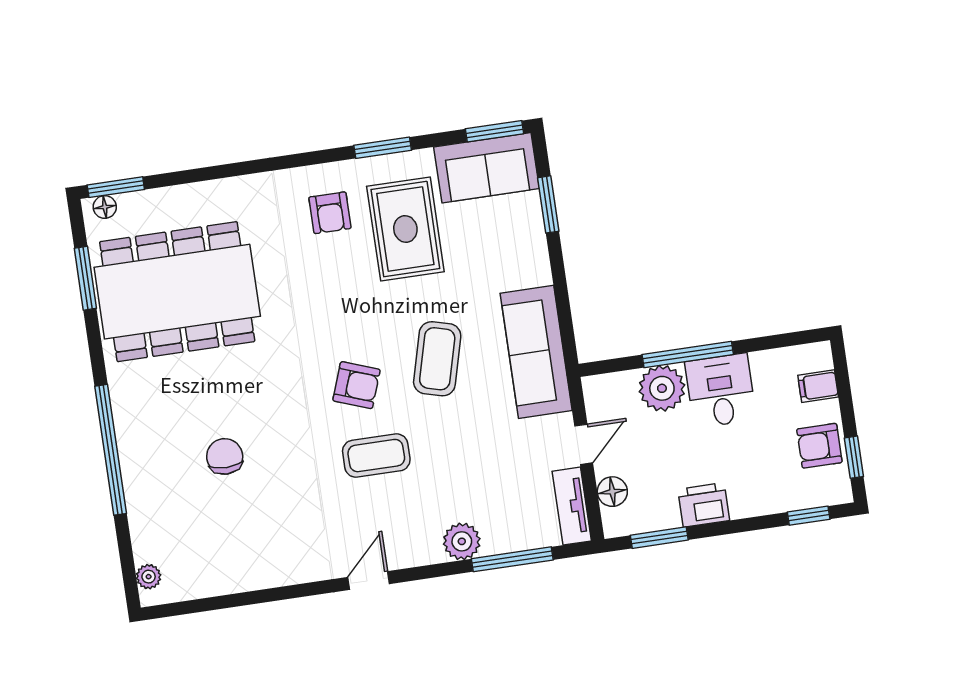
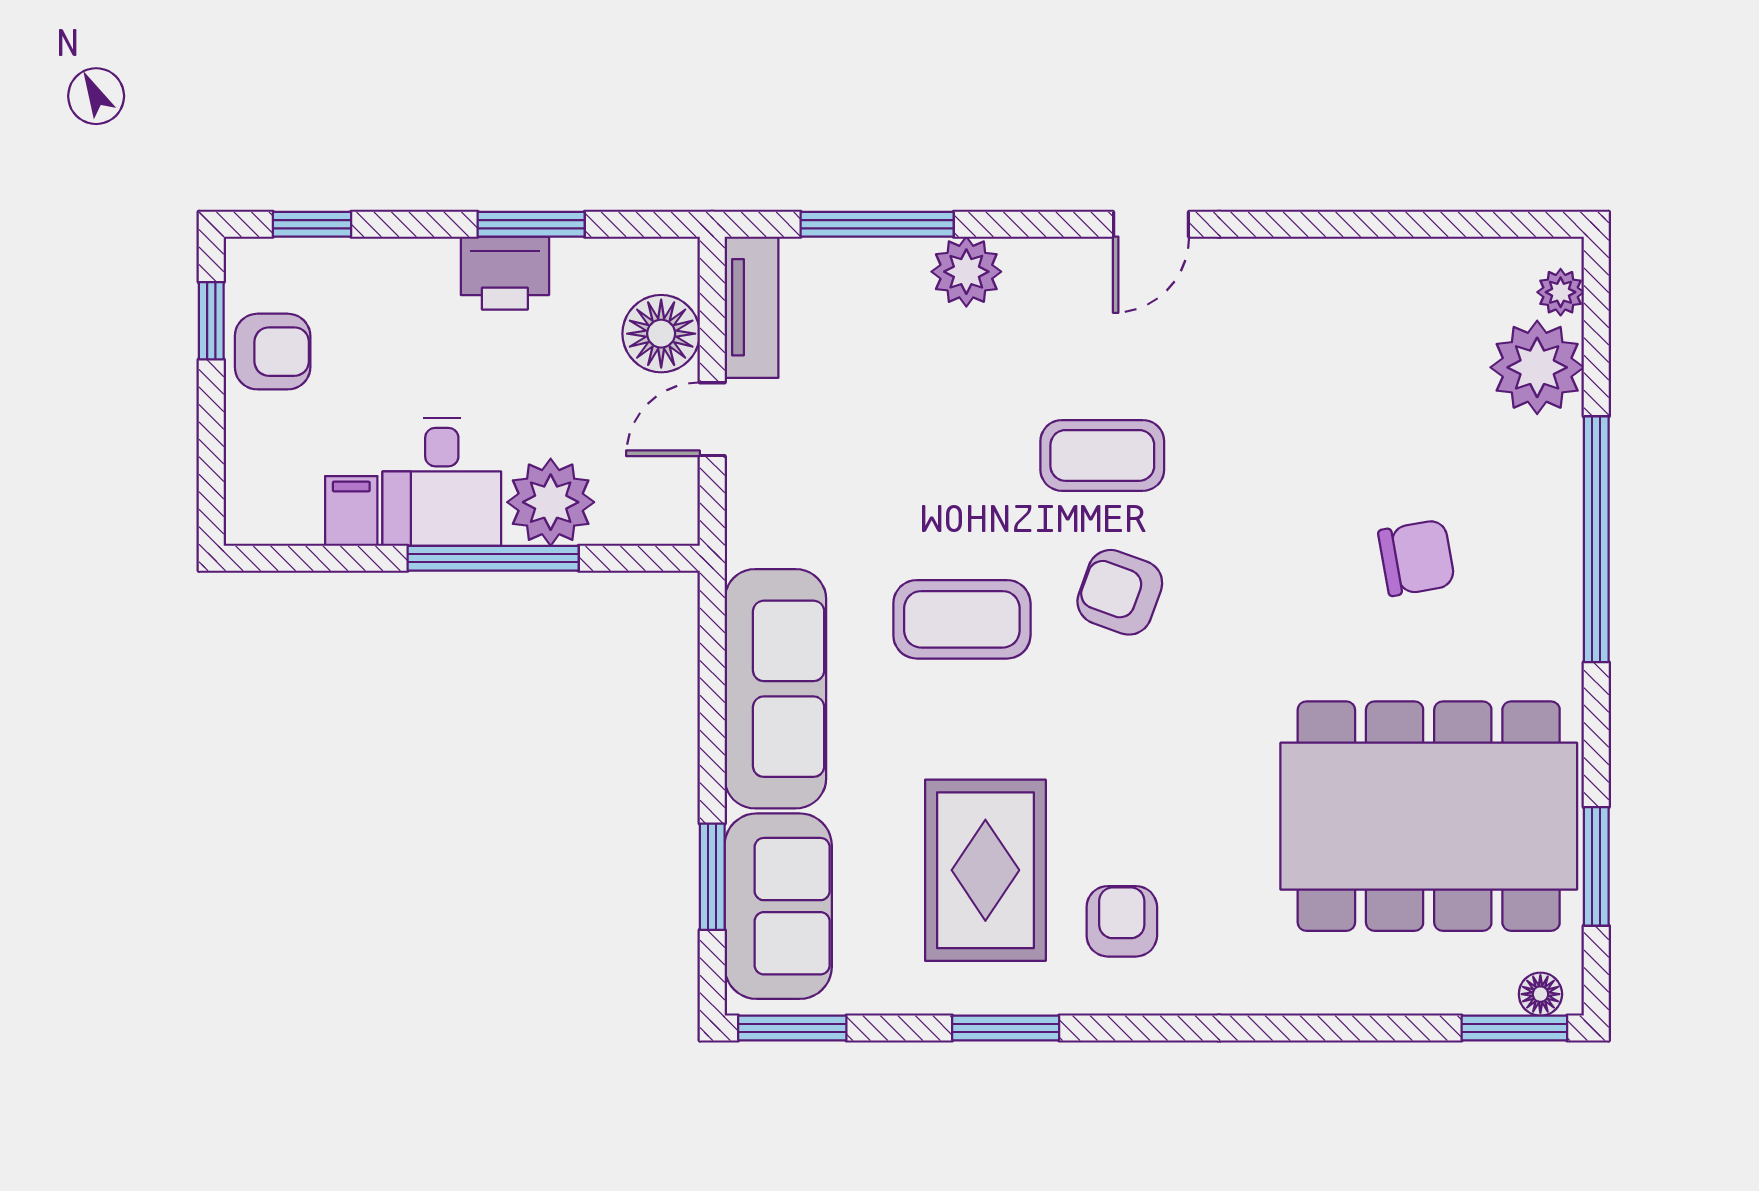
sofa: (487, 168) -> (778, 906), moved, turned 90
sofa: (536, 352) -> (775, 689), moved
coffee table: (437, 359) -> (962, 619), turned 75
filing cabinet: (818, 386) -> (351, 511), moved, turned -90
chair: (225, 456) -> (1417, 558), moved, turned -100
floor lamp: (612, 492) -> (661, 334), width x1.38, depth x1.38
plant: (155, 535) -> (1537, 367), added
window: (659, 538) -> (531, 224), moved

